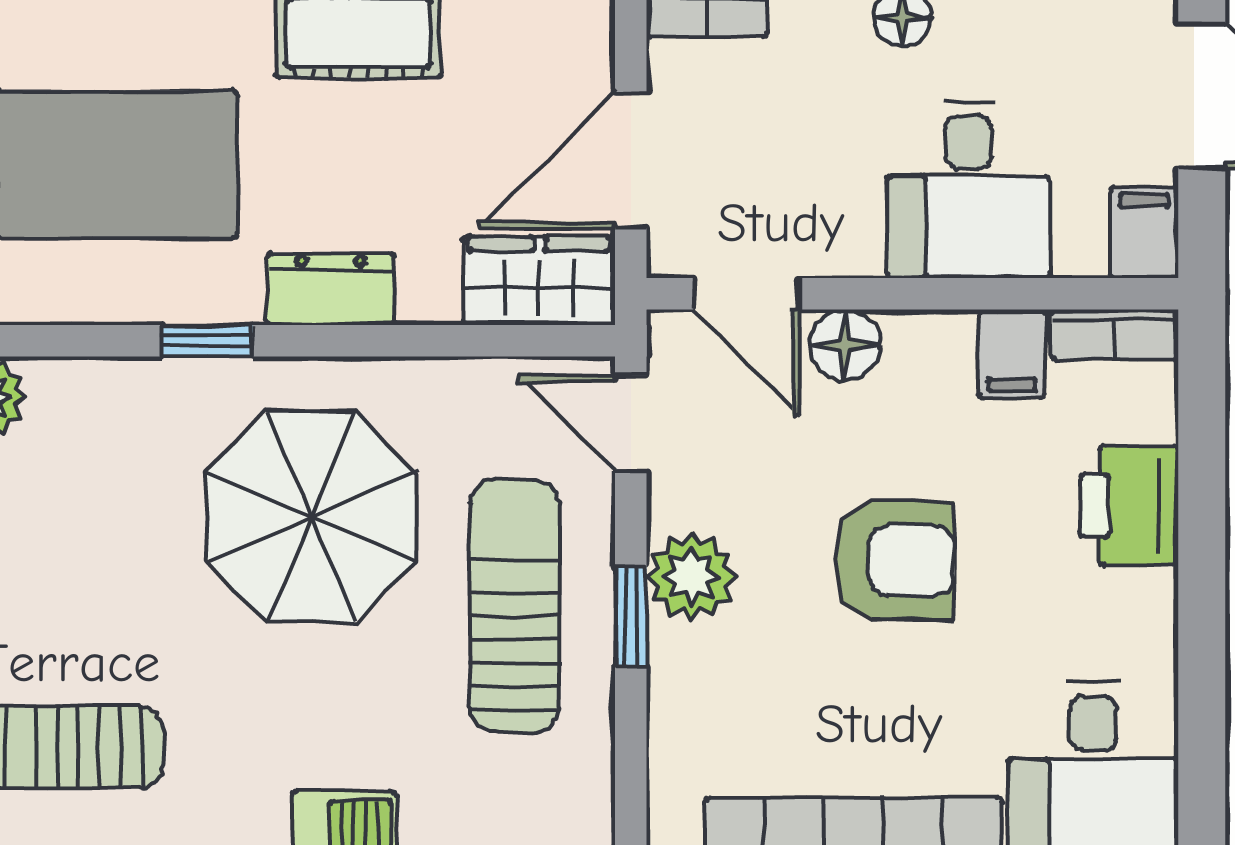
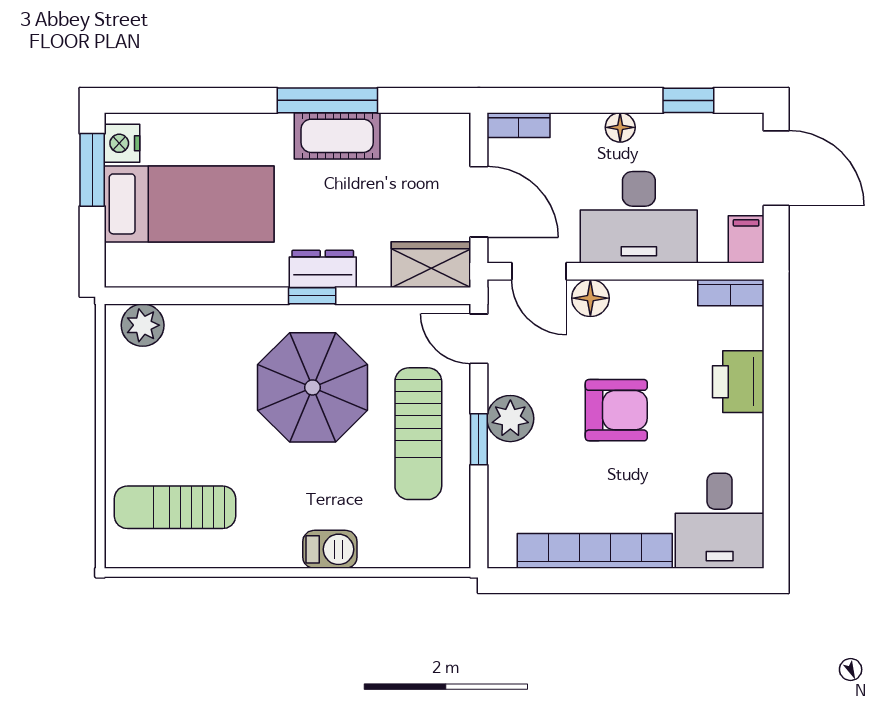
door: (631, 160) -> (479, 202), swing flipped
desk: (969, 190) -> (639, 217), width x1.37
window: (207, 341) -> (312, 296), moved
filing cabinet: (1012, 354) -> (677, 303), removed
sun lounger: (514, 606) -> (418, 434), turned 180

